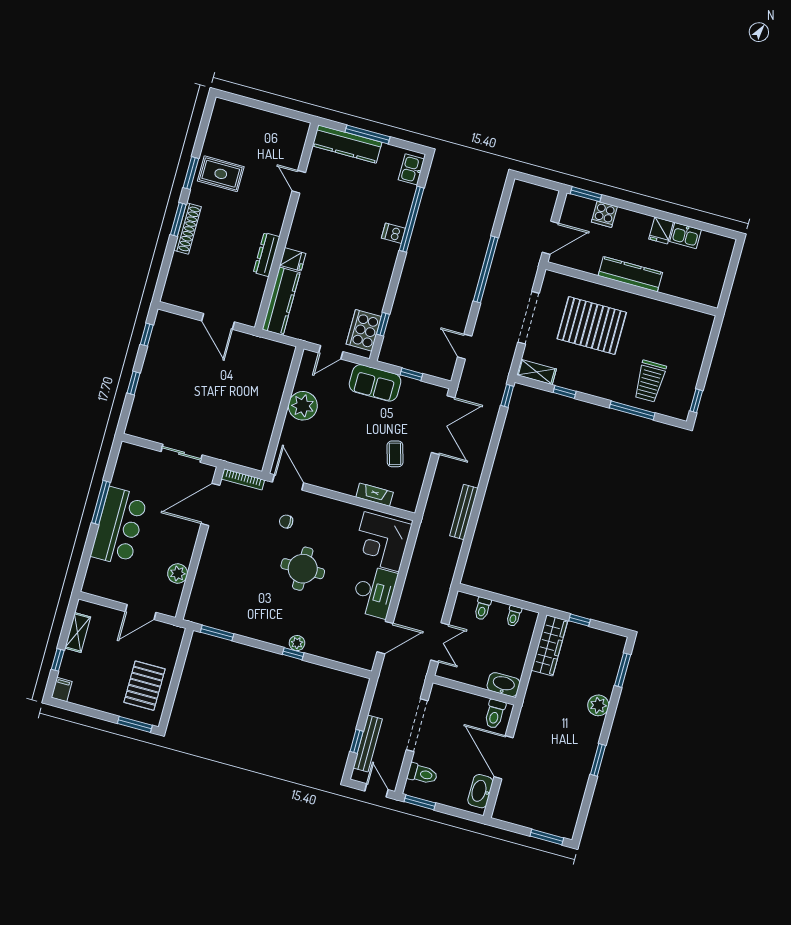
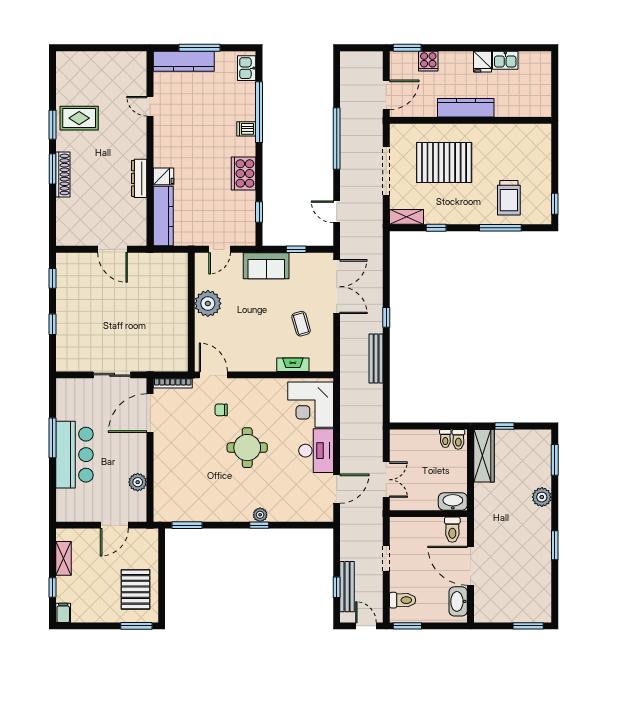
cooker: (364, 330) -> (244, 173), moved
window: (507, 396) -> (386, 317), moved
toilet: (482, 609) -> (458, 439), moved
doorway: (417, 725) -> (386, 558), width x0.53

